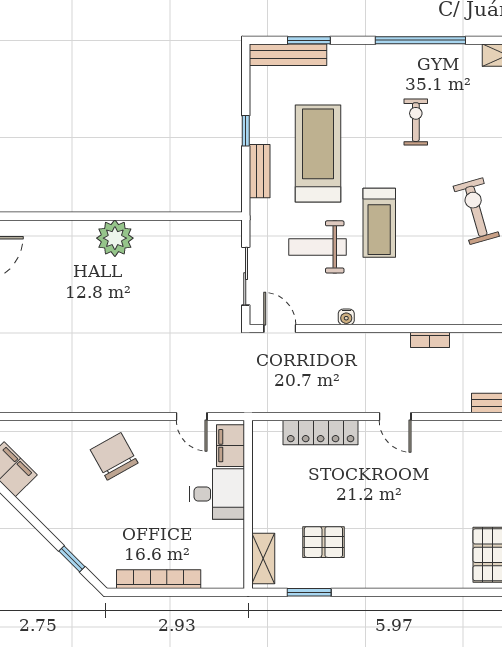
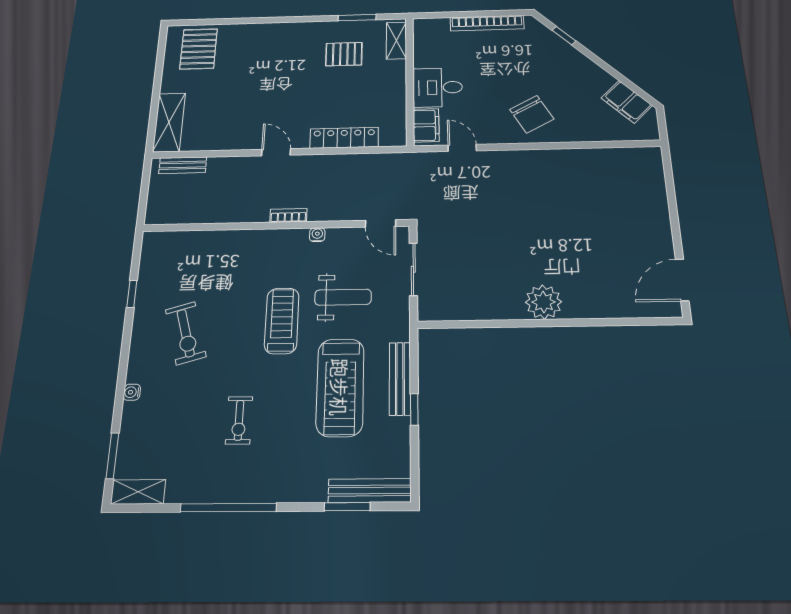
bench: (260, 171) -> (400, 379), width x1.36
bookcase: (430, 340) -> (288, 215), moved

